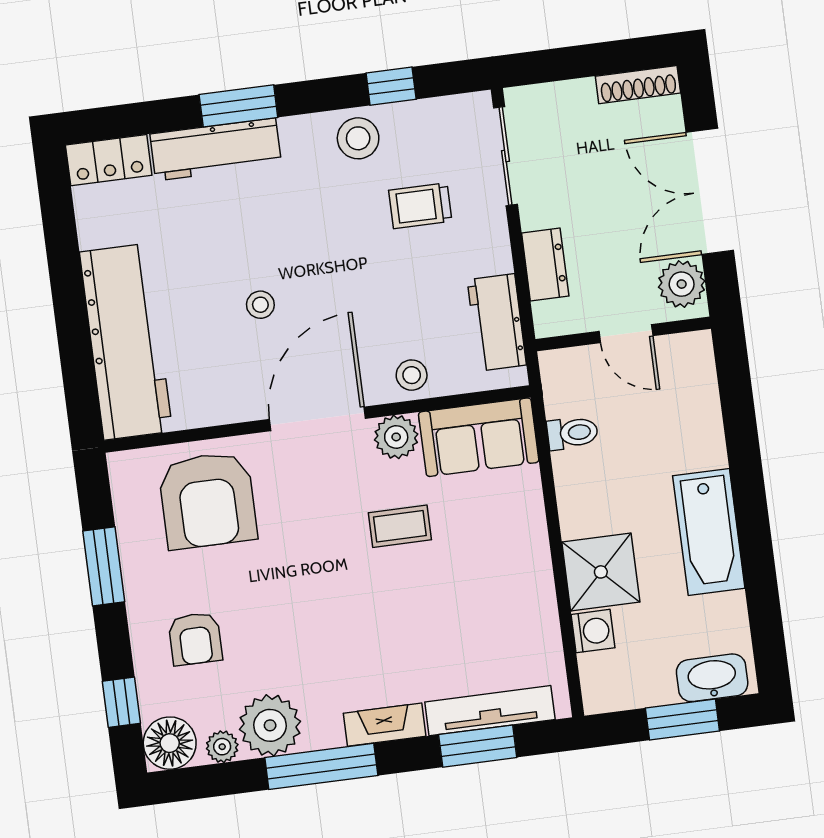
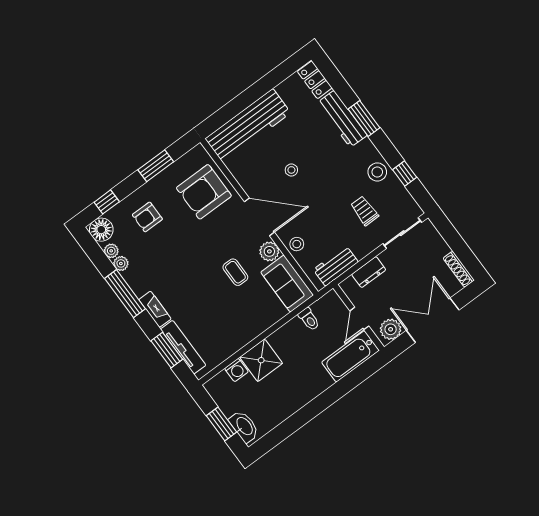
bathtub: (709, 532) -> (350, 356), moved
plant: (270, 725) -> (121, 263), width x0.53, depth x0.53

